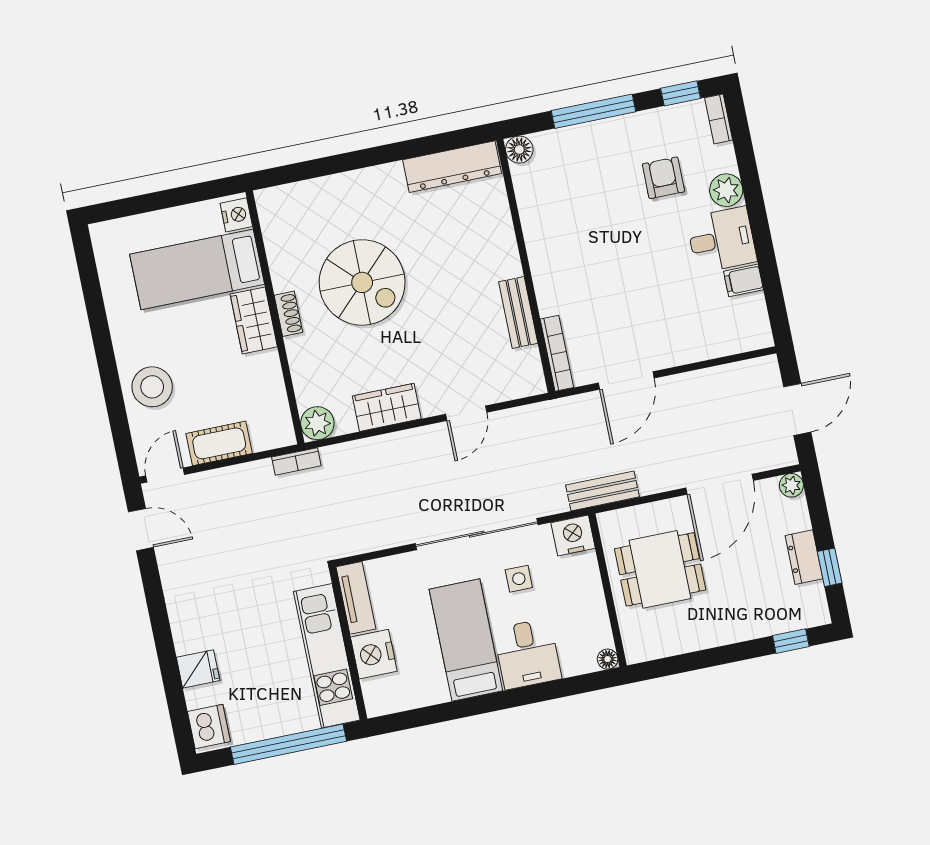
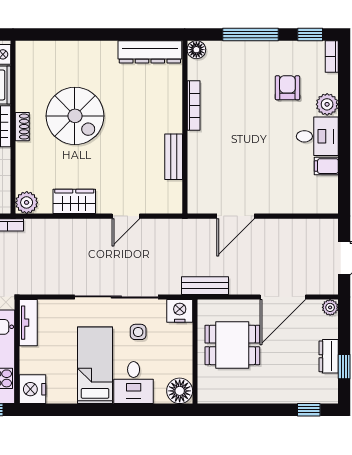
bookcase: (557, 353) -> (194, 106), moved
nightstand: (374, 654) -> (32, 389), moved
floor lamp: (608, 659) -> (180, 391), width x1.89, depth x1.89

